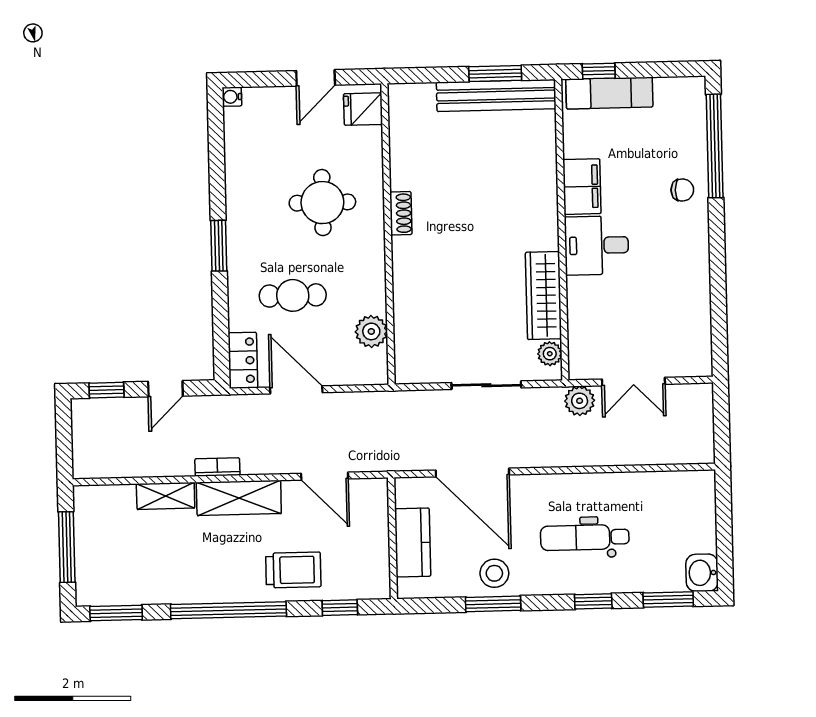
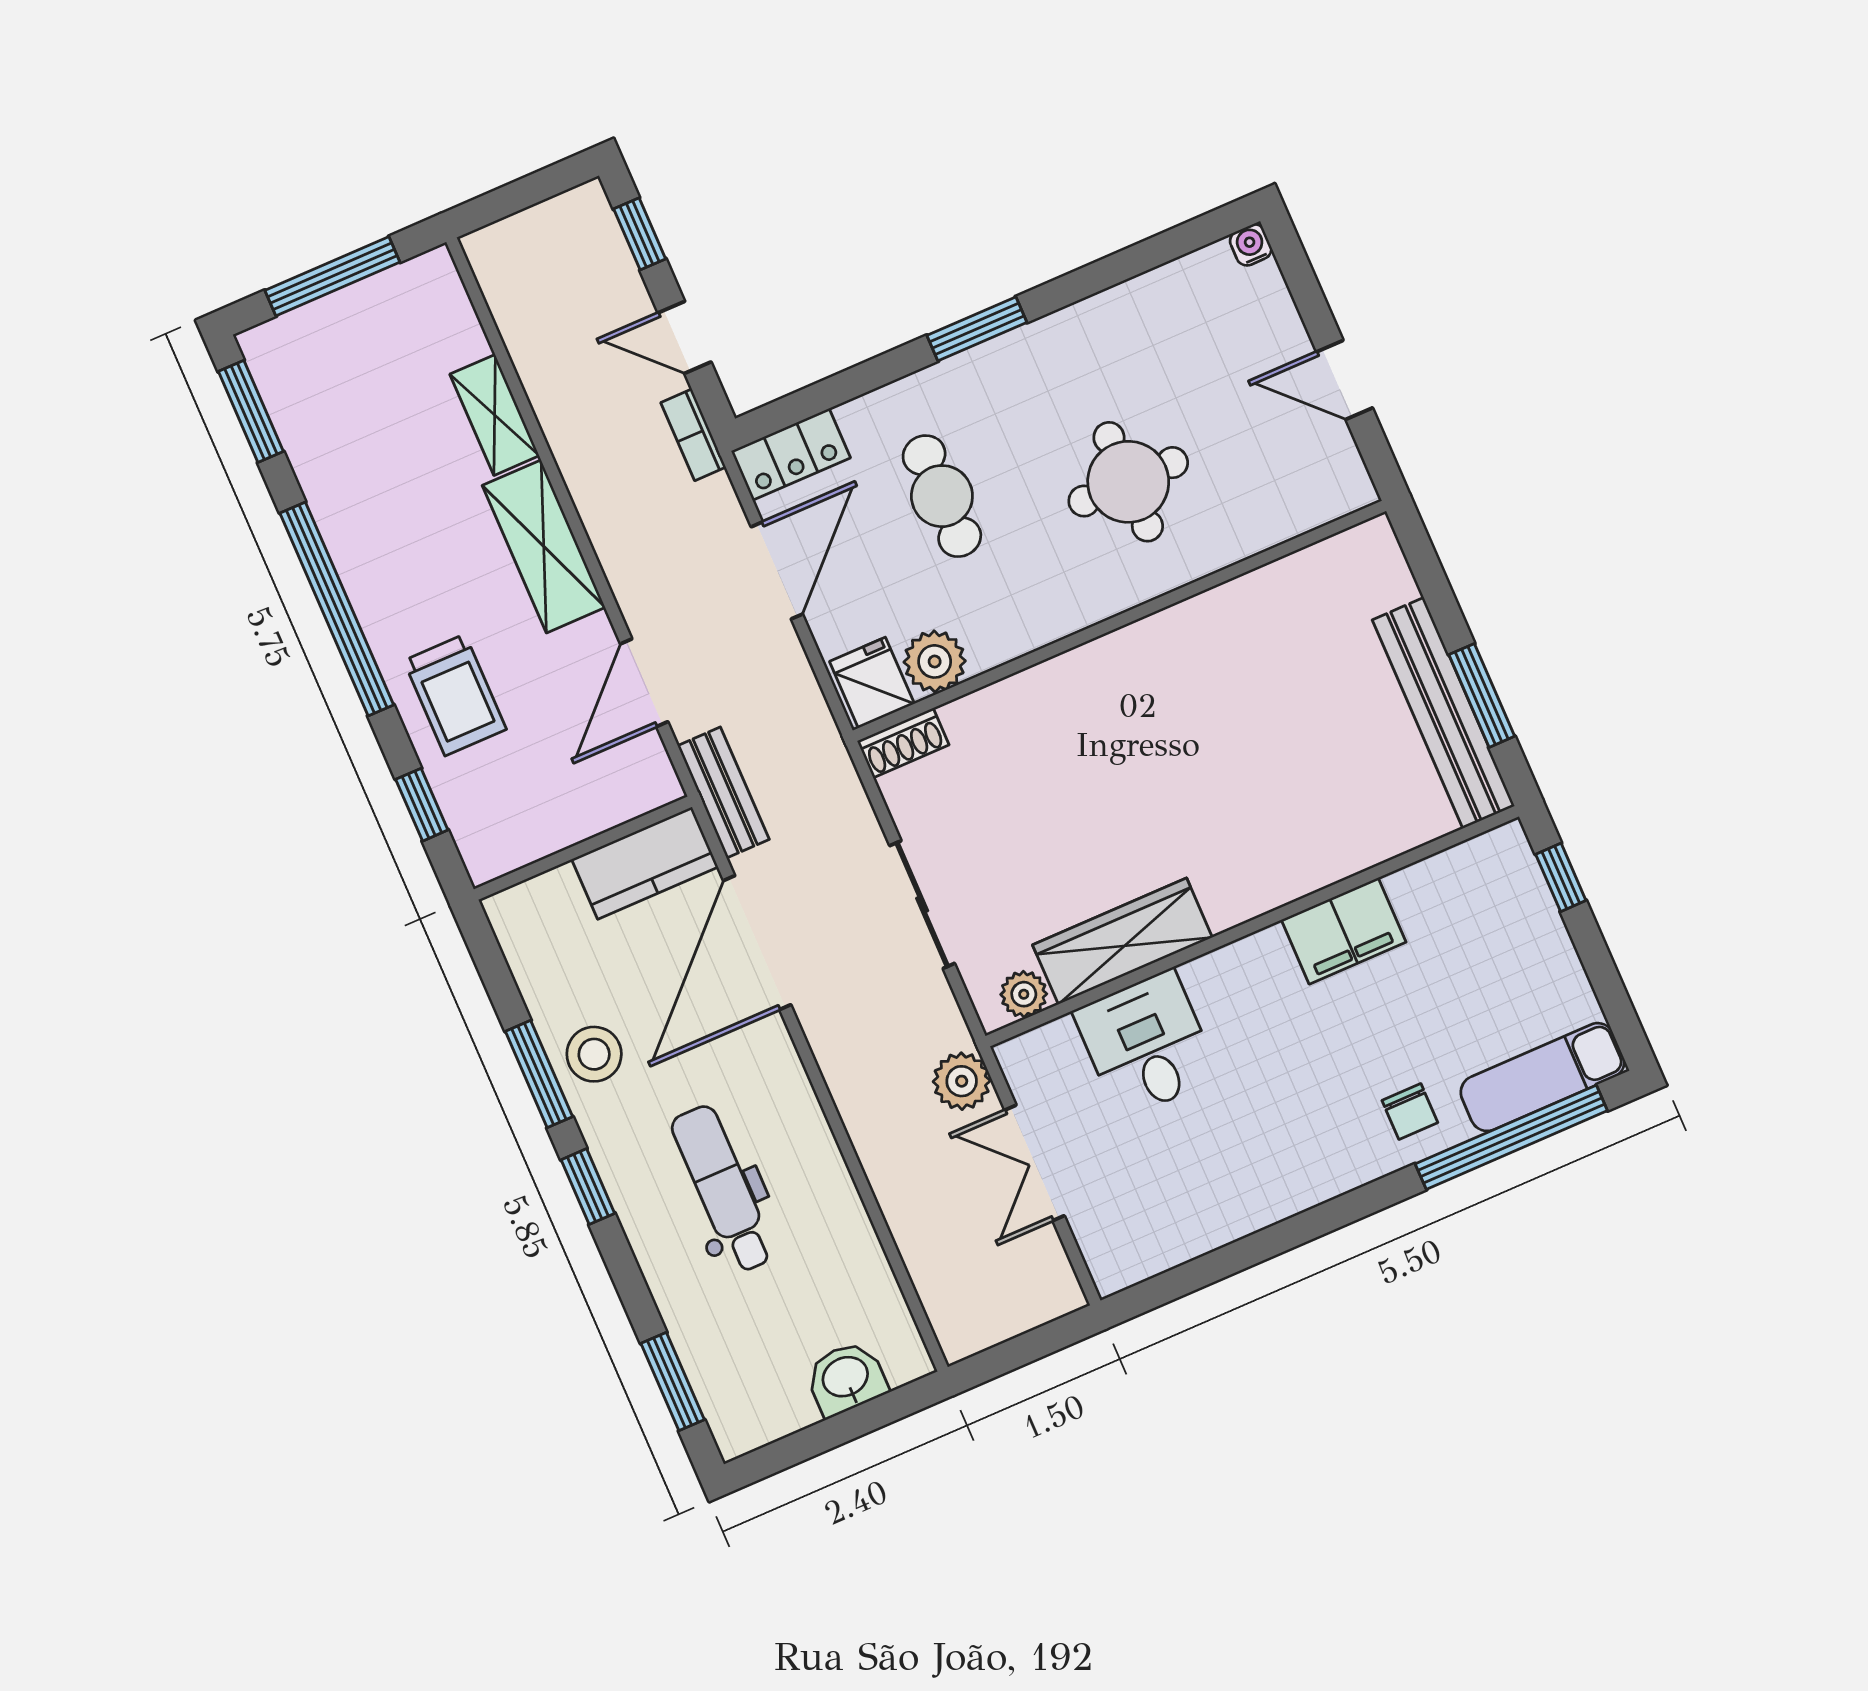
exam couch: (609, 93) -> (1543, 1077), moved, turned 90
fridge: (363, 109) -> (872, 683), moved
shoe rack: (401, 213) -> (903, 743), moved
desk: (597, 245) -> (1146, 1044), moved
bench: (393, 459) -> (723, 792), added
bookcase: (217, 467) -> (693, 435), moved, turned 180
kitchen counter: (413, 542) -> (645, 863), moved
washbasin: (702, 573) -> (846, 1378), moved
window: (593, 601) -> (588, 1187), moved

